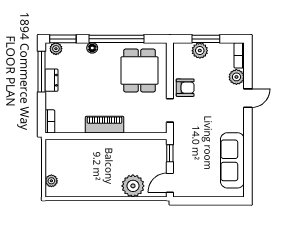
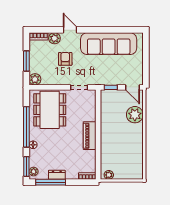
plant: (200, 51) -> (35, 79), moved
dining table: (140, 71) -> (50, 110), width x1.38
armchair: (185, 88) -> (65, 59), moved
sofa: (232, 160) -> (109, 44), width x1.36, depth x1.27
plant: (51, 181) -> (109, 175), moved

